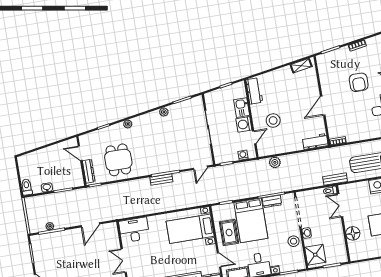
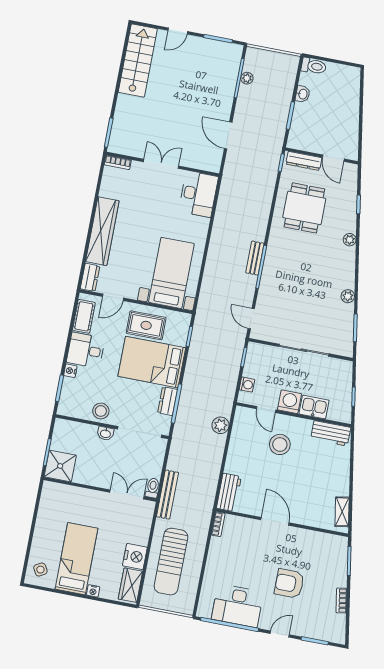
door: (80, 153) -> (333, 158), swing flipped
dining table: (118, 160) -> (304, 208), turned 90
bench: (335, 179) -> (167, 495), width x1.36
floor lamp: (353, 233) -> (81, 498), removed
shower: (315, 255) -> (60, 466), moved

